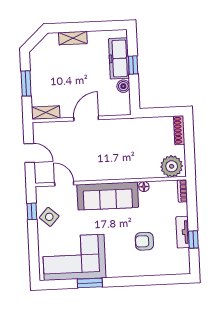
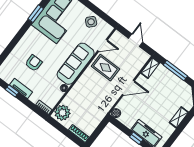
window: (26, 83) -> (175, 71), width x1.44
boiler: (123, 86) -> (116, 113), moved
door: (86, 118) -> (128, 88), hinge flipped
door: (29, 153) -> (136, 40), swing flipped
rug: (85, 161) -> (105, 68), added
window: (32, 211) -> (102, 15), removed

